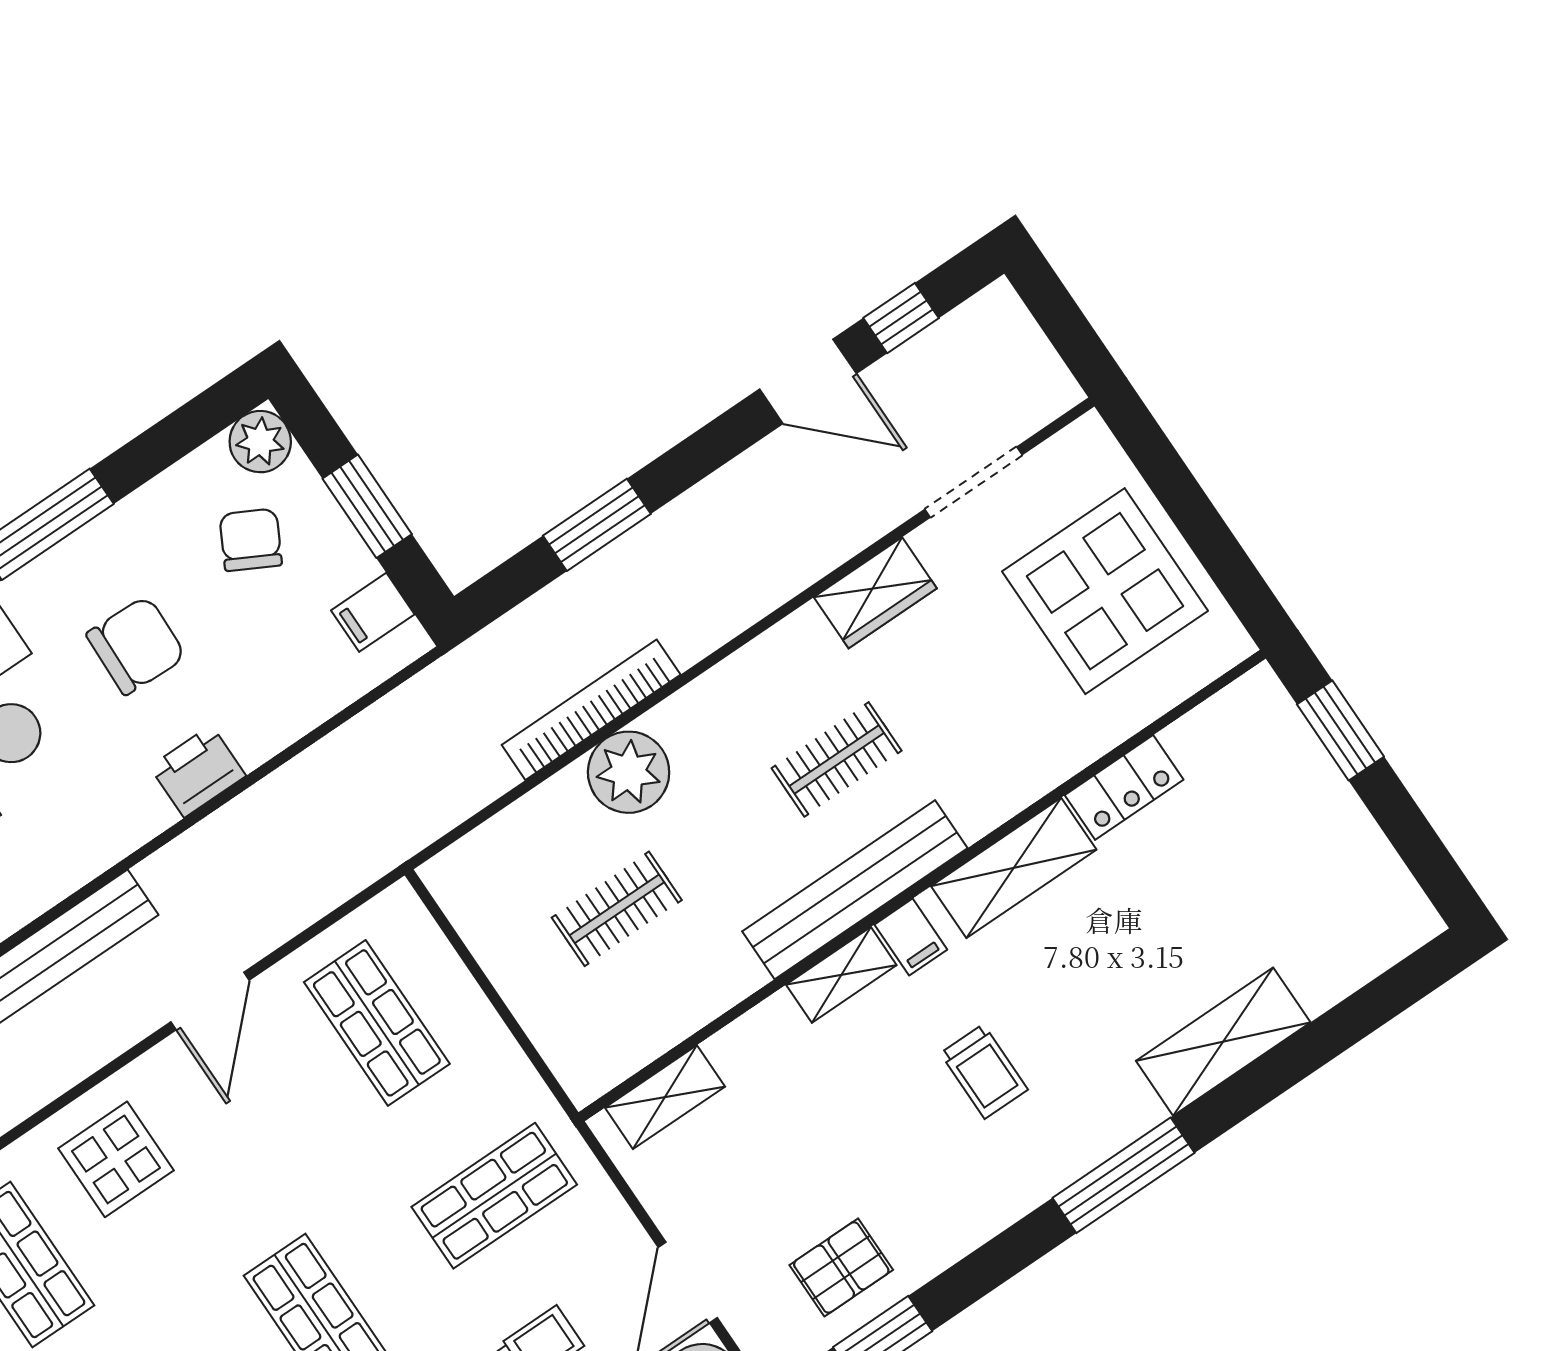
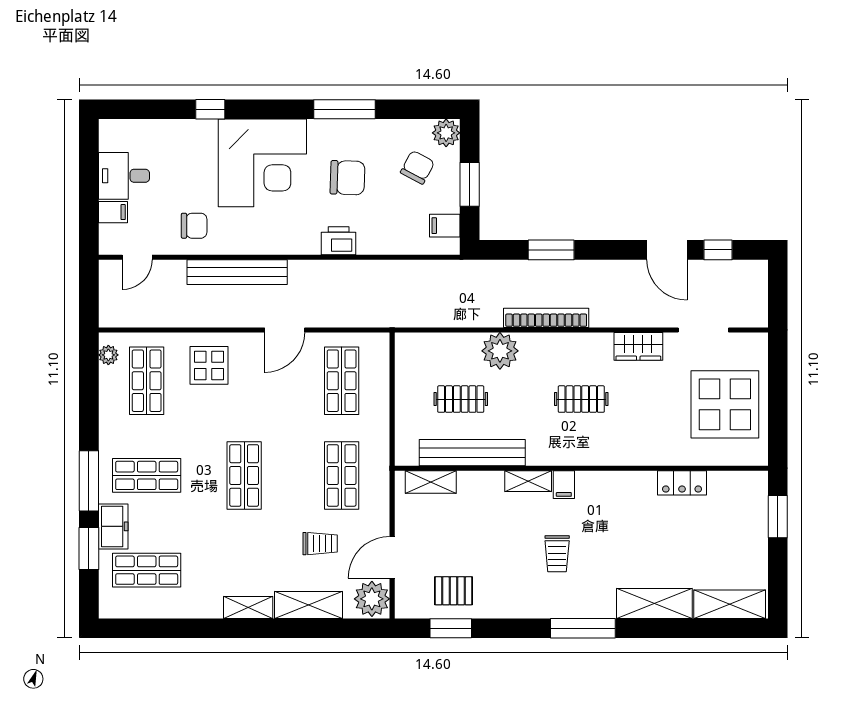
bookcase: (591, 710) -> (546, 318), moved
shelving: (1014, 868) -> (730, 604), moved
bench: (855, 890) -> (472, 453), moved
shop shelf: (494, 1196) -> (342, 475), turned 90

